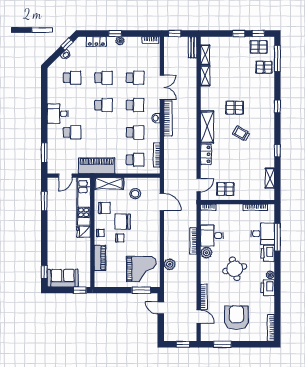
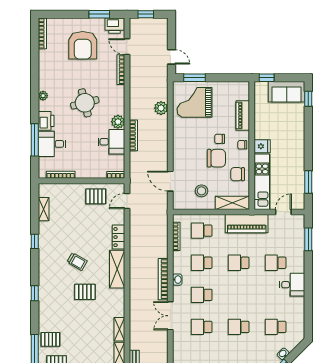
school desk: (104, 105) -> (239, 263), moved
printer: (268, 288) -> (115, 26), moved, turned 90

